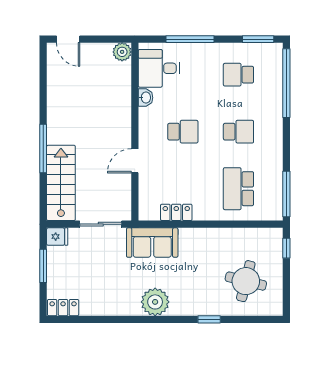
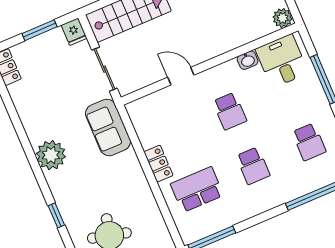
school desk: (238, 75) -> (309, 142), turned 180
locker: (176, 212) -> (158, 164), moved

